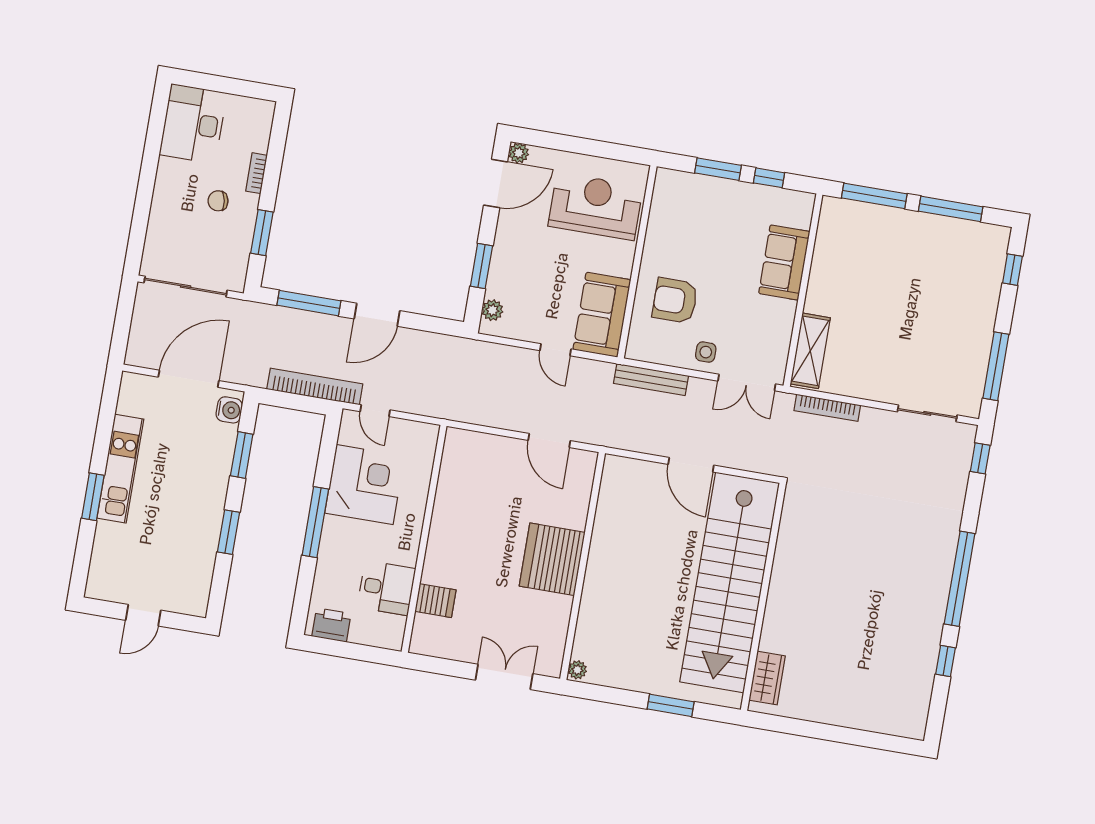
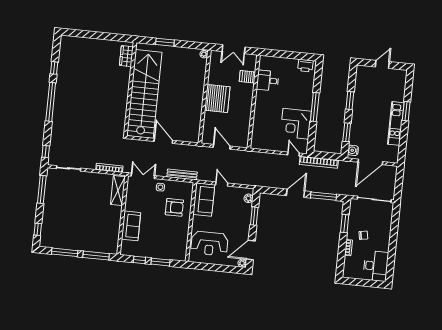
wall: (424, 539) -> (254, 102), moved
desk: (386, 588) -> (268, 81), moved
server rack: (435, 601) -> (247, 77), moved

